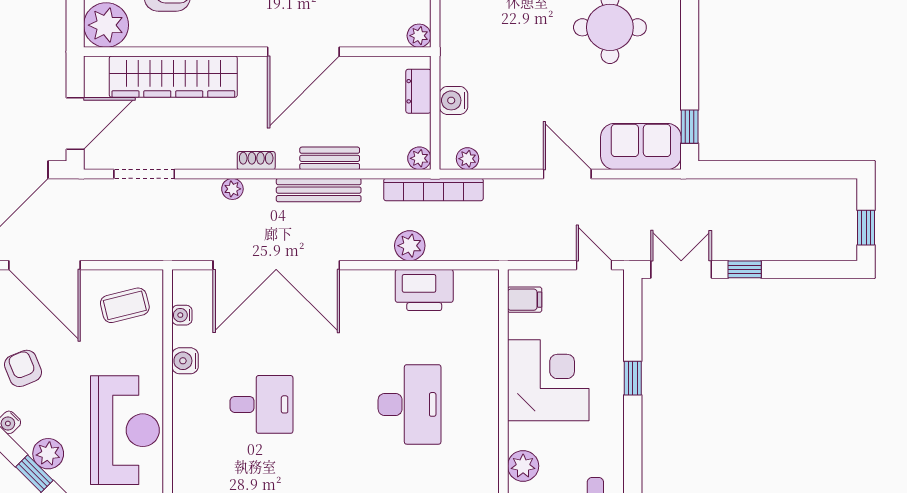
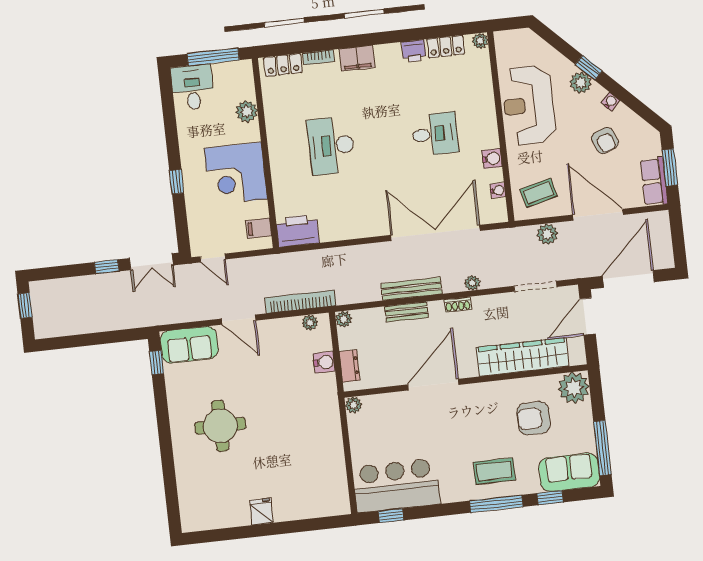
bookcase: (433, 190) -> (300, 302), moved
plant: (410, 246) -> (547, 234), moved
printer: (424, 290) -> (298, 231), moved
desk: (261, 404) -> (435, 134), turned 180

